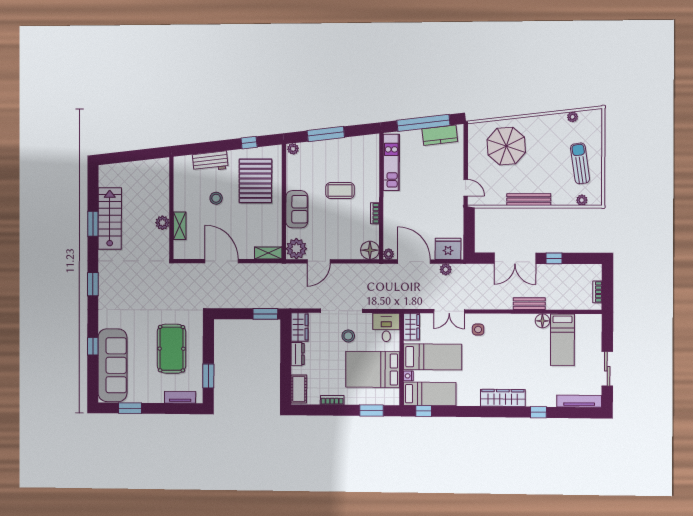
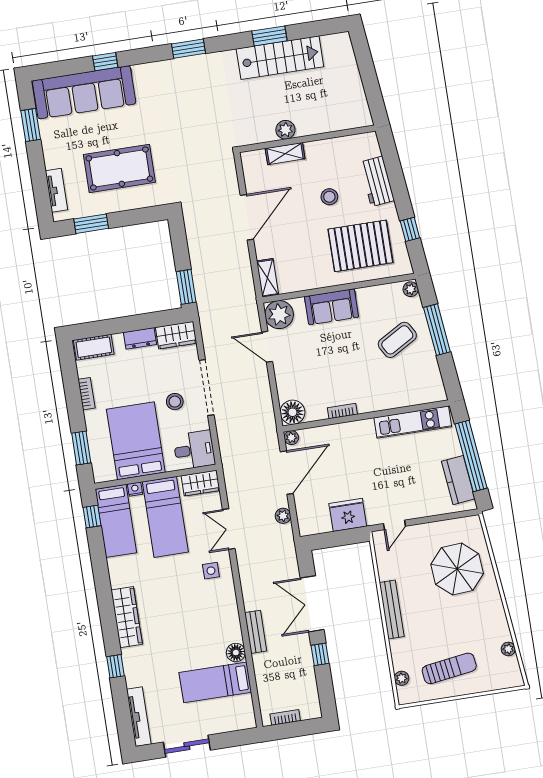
coffee table: (340, 191) -> (397, 340), moved, turned 60
fridge: (448, 249) -> (348, 515), moved, turned -90

